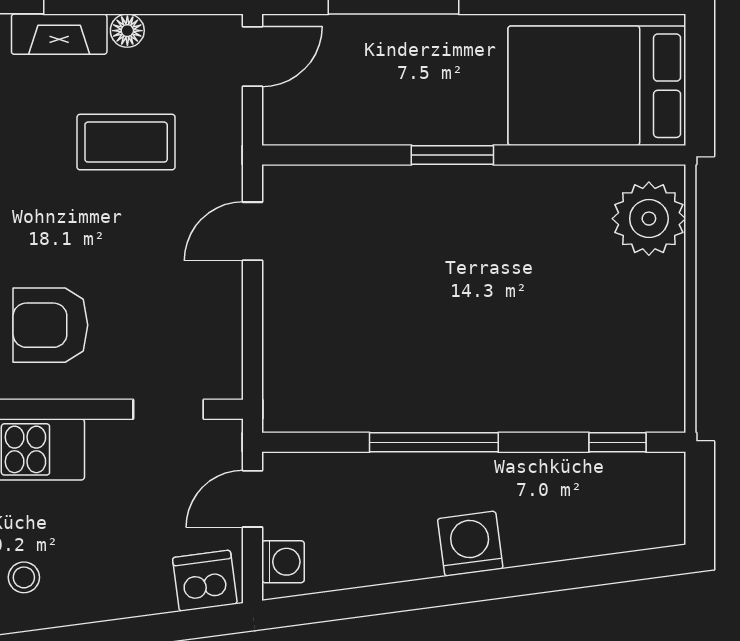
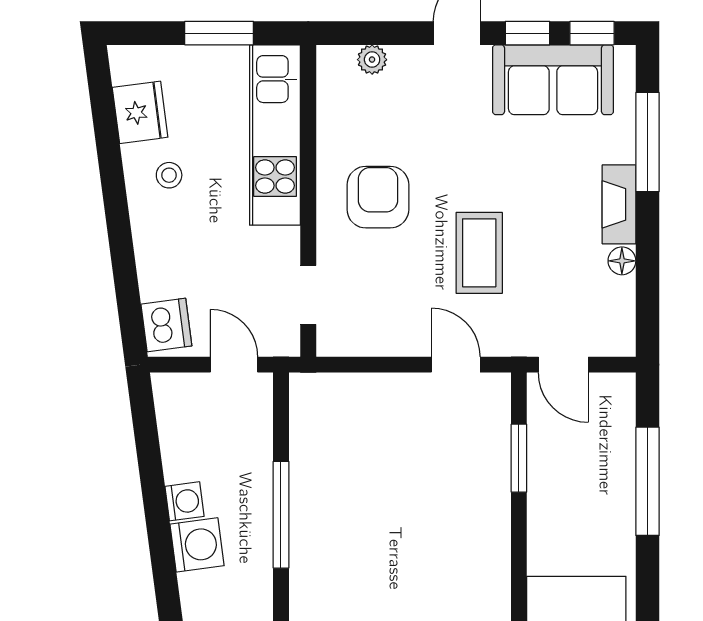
door: (253, 56) -> (563, 365), moved
coffee table: (126, 142) -> (479, 253), moved
window: (452, 155) -> (519, 458), moved
washing machine: (283, 562) -> (184, 501), moved, turned -98

